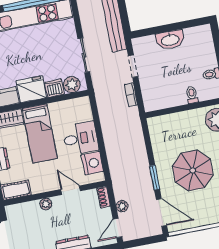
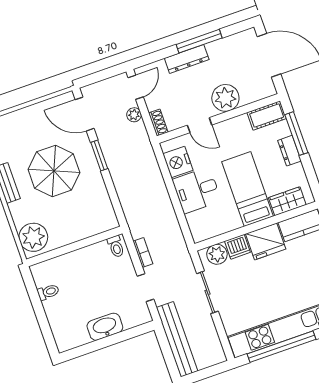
toilet: (192, 95) -> (116, 247), moved
plant: (46, 204) -> (225, 98), width x1.87, depth x1.87

